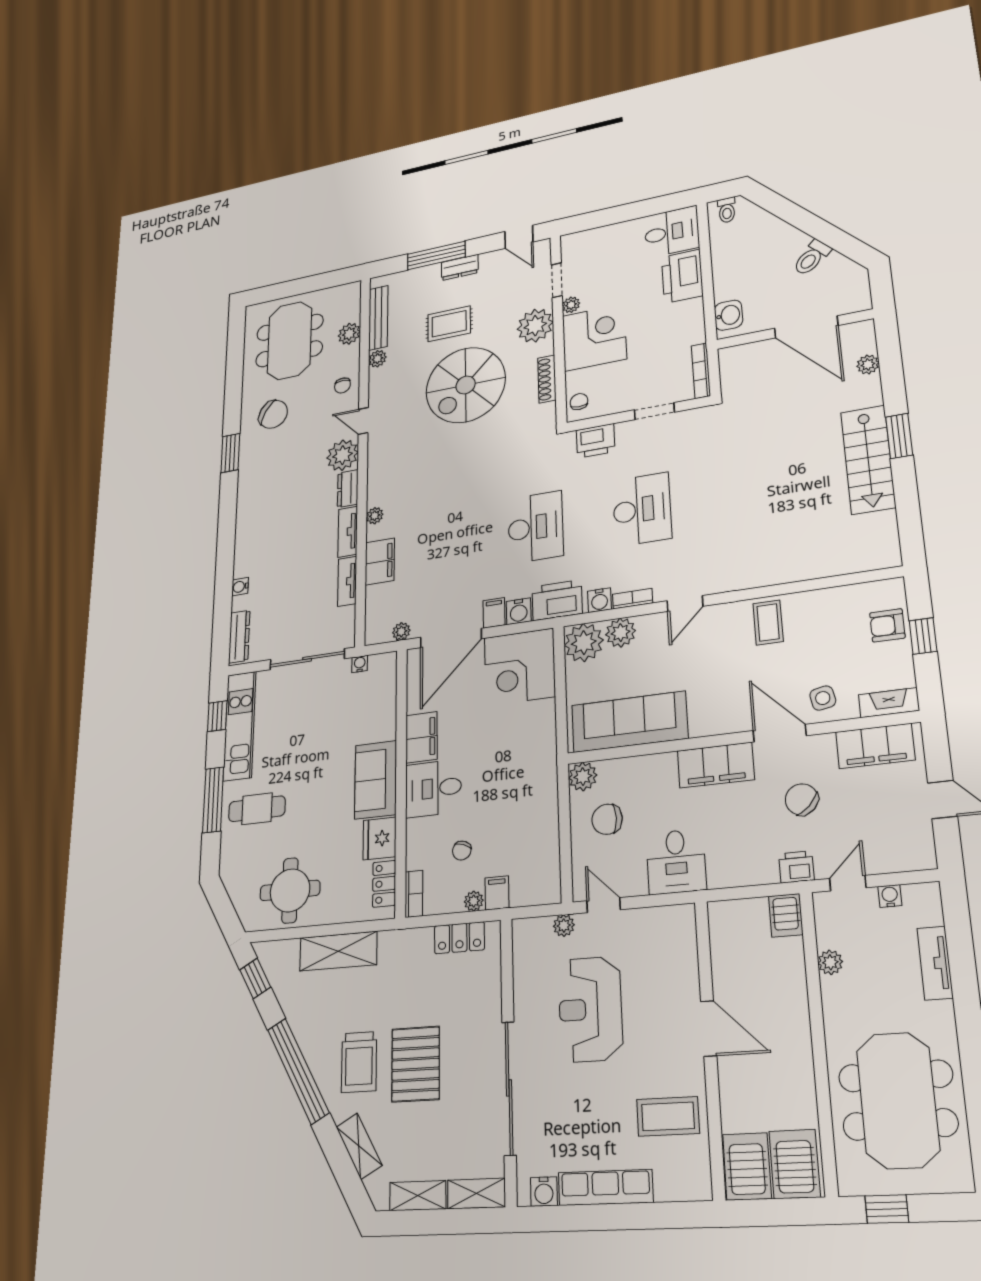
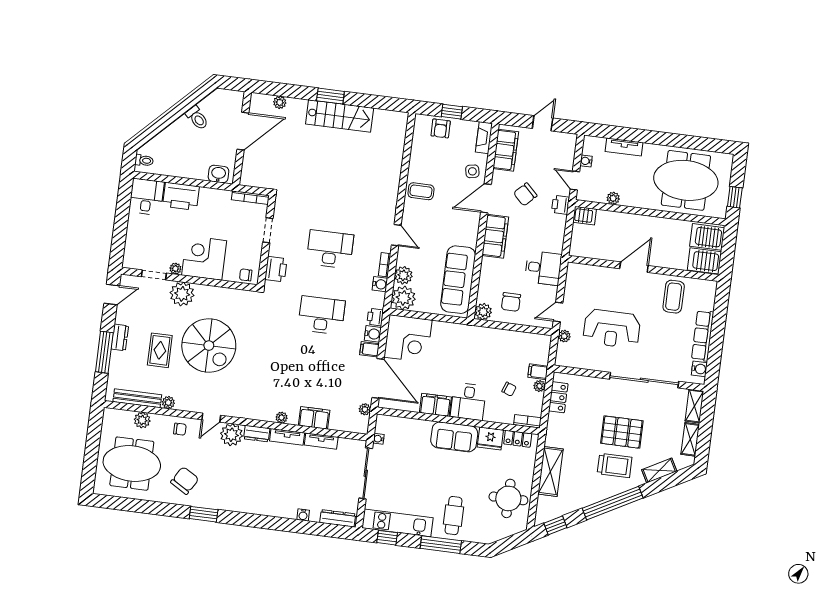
shoe rack: (547, 379) -> (223, 292), removed
printer: (557, 600) -> (375, 317), width x0.53, depth x0.68

